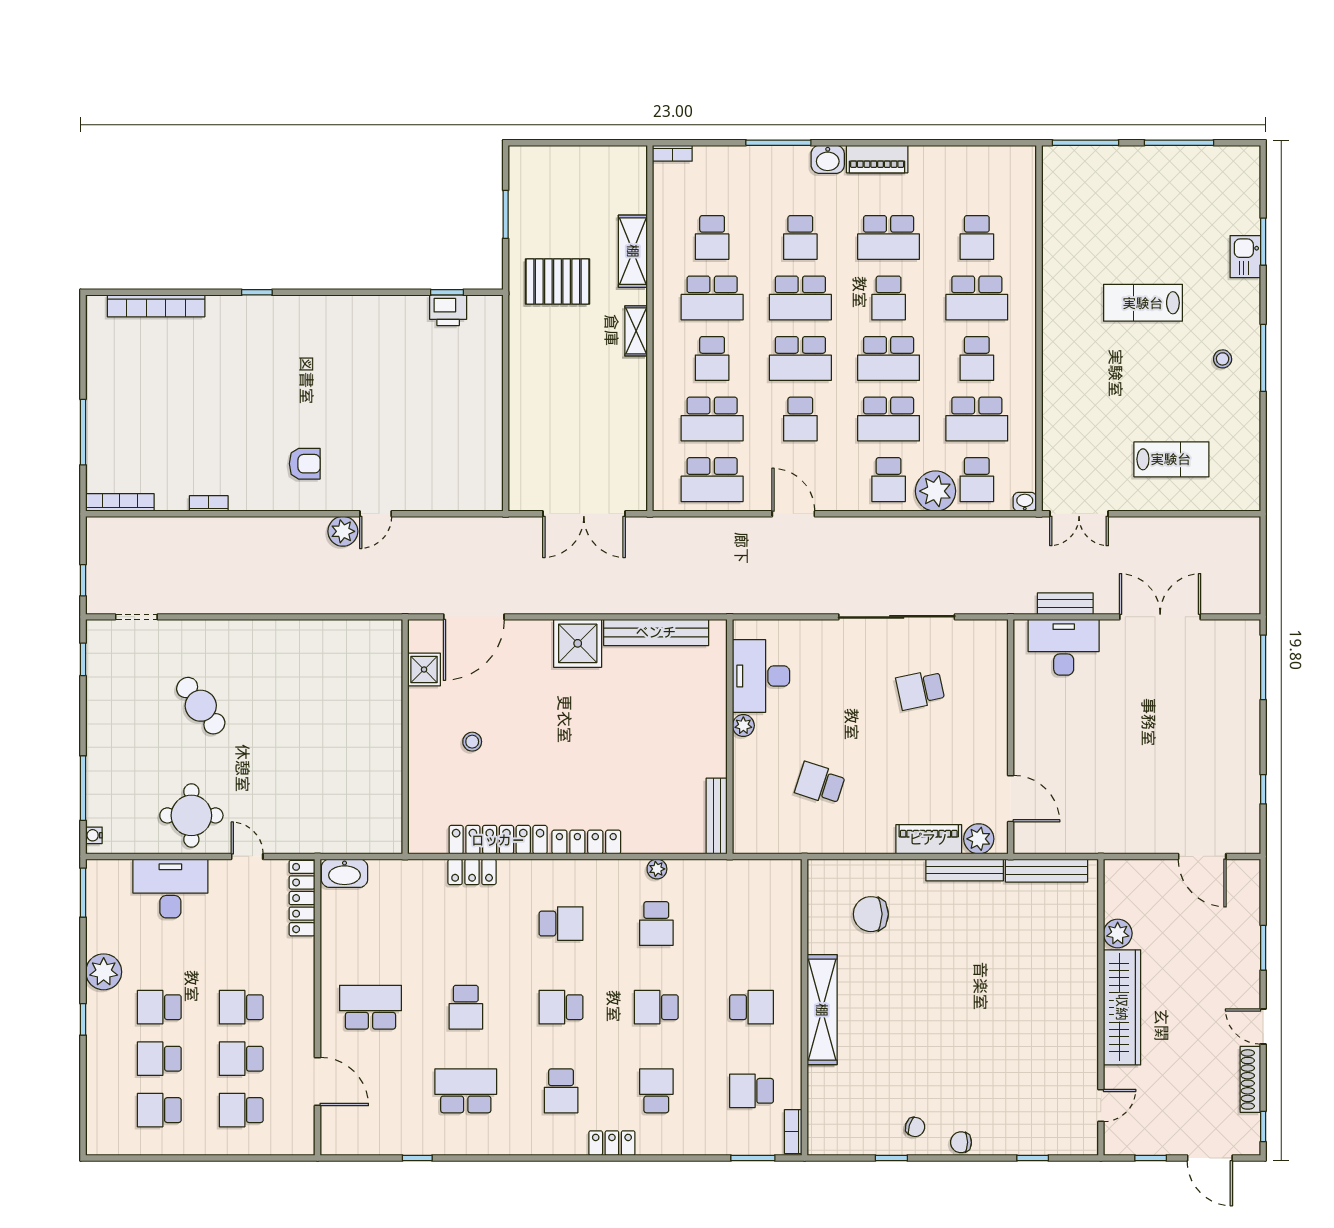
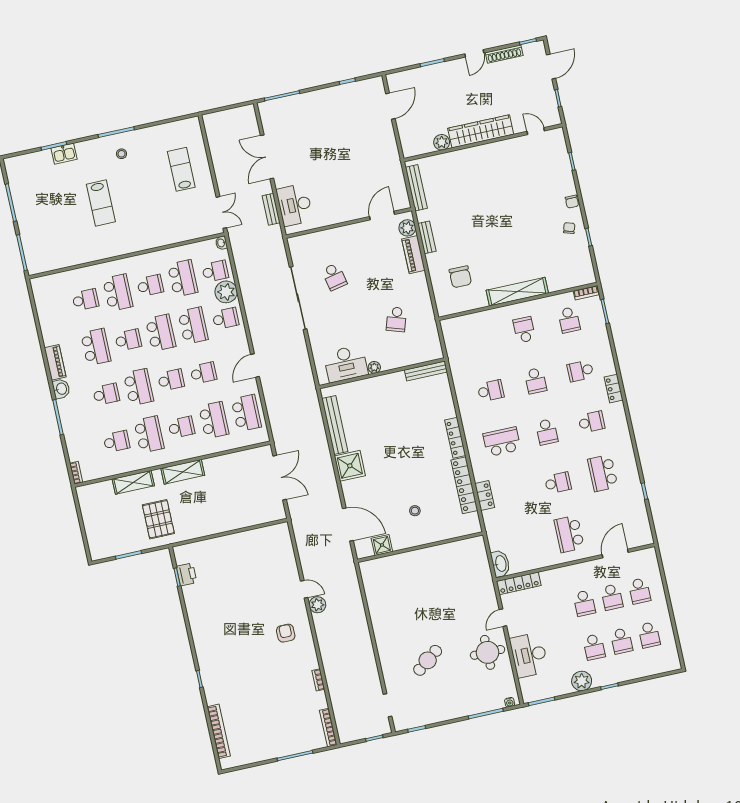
shelving: (636, 331) -> (183, 472), width x1.50, depth x1.33
school desk: (800, 359) -> (171, 380), width x0.54
plant: (657, 869) -> (461, 397), removed
bench: (965, 870) -> (427, 237), width x0.73
school desk: (561, 924) -> (502, 442), width x1.85

